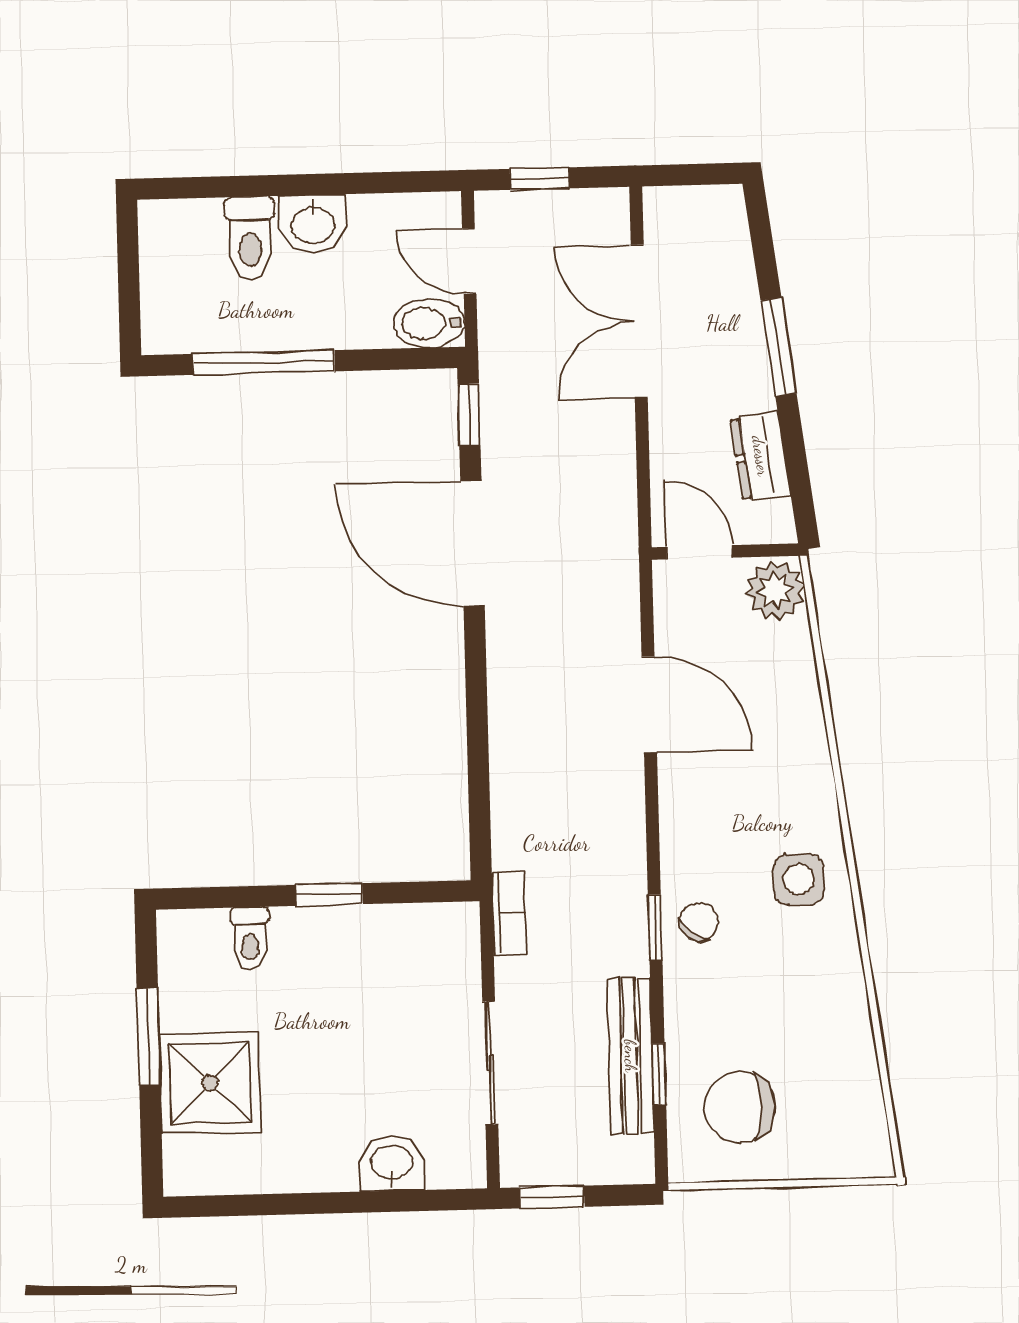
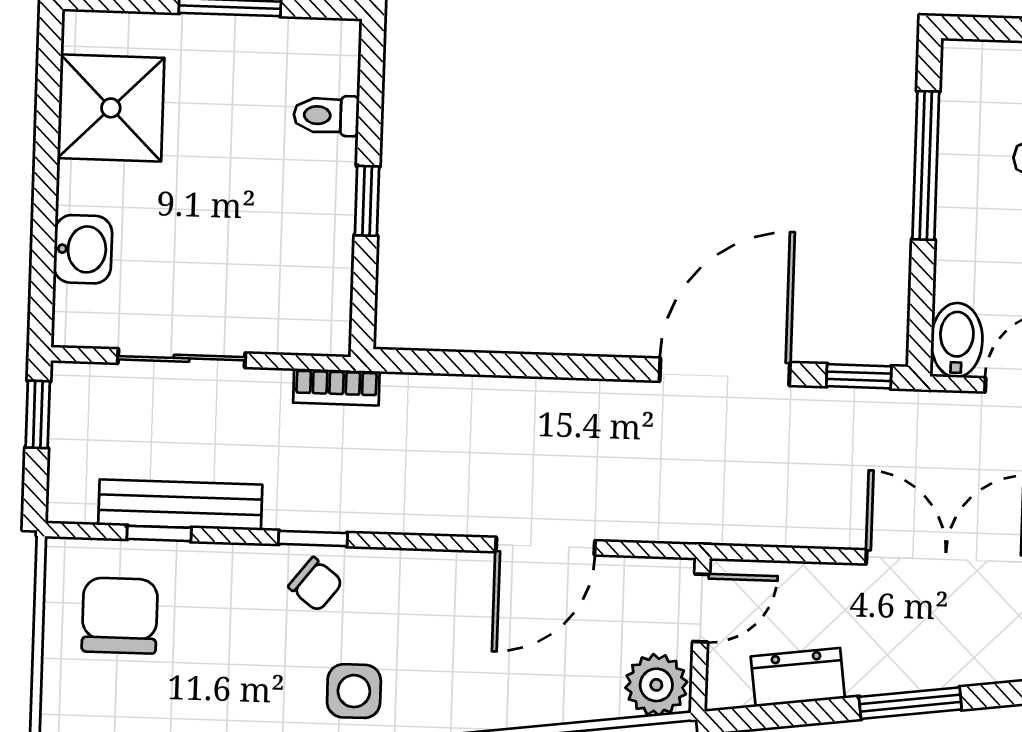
shower: (210, 1083) -> (111, 108), moved

